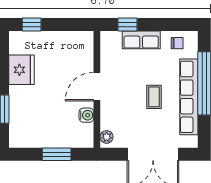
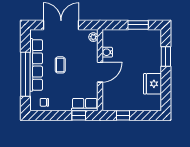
window: (32, 24) -> (123, 115), moved
row of seats: (141, 40) -> (85, 105), moved
window: (57, 154) -> (138, 25), moved

